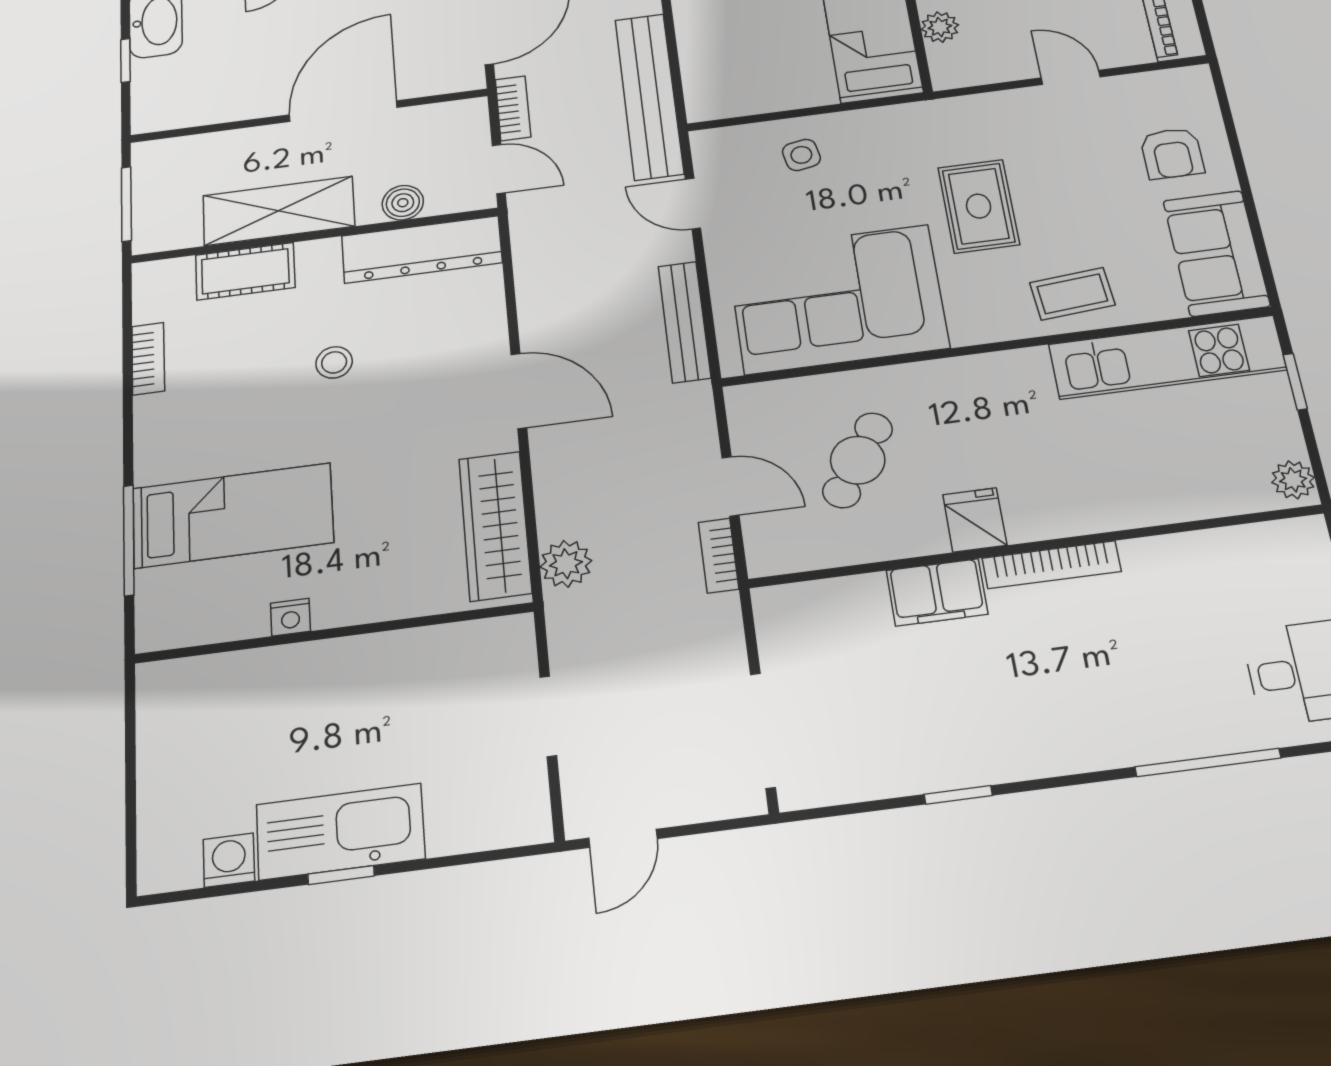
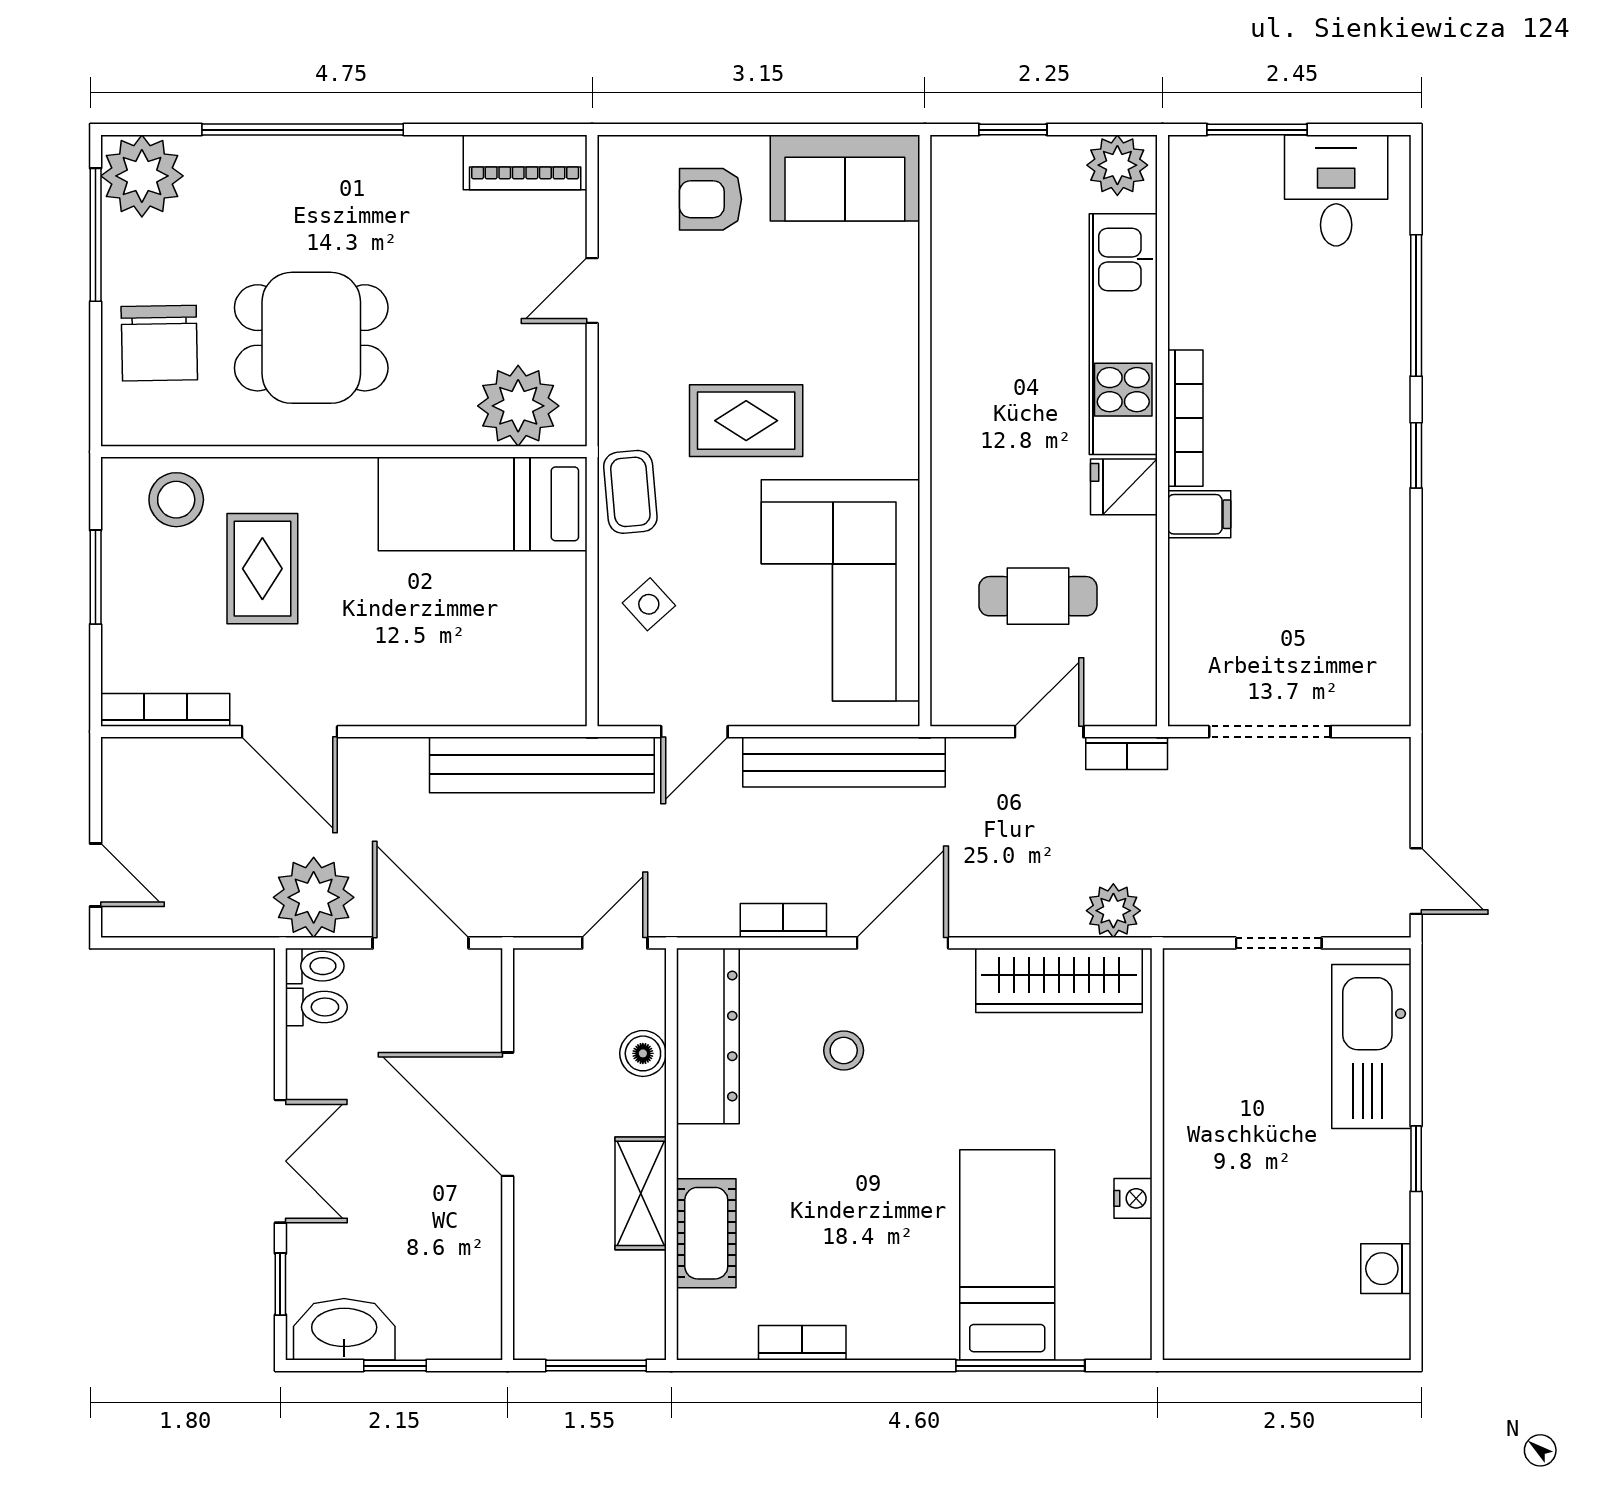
plant: (940, 27) -> (518, 406), width x1.88, depth x1.88
bookcase: (513, 108) -> (783, 920), moved
armchair: (1172, 153) -> (710, 199), turned 180
side table: (801, 155) -> (649, 604), turned -31
shelving: (279, 211) -> (641, 1193), width x0.67, depth x0.75
coffee table: (1072, 294) -> (630, 492), moved
bench: (684, 322) -> (844, 762), width x1.37, depth x1.21
kitchen unit: (1167, 357) -> (1123, 334), moved, turned 180
stool: (334, 362) -> (844, 1050), moved
cafe table: (858, 460) -> (1038, 596), turned -32
plant: (1293, 480) -> (1117, 165), width x1.38, depth x1.38
filing cabinet: (937, 592) -> (1199, 514), width x0.50
doorway: (763, 730) -> (1270, 732), moved
window: (958, 795) -> (1416, 455), moved
kitchen sink: (340, 831) -> (1371, 1046), moved

